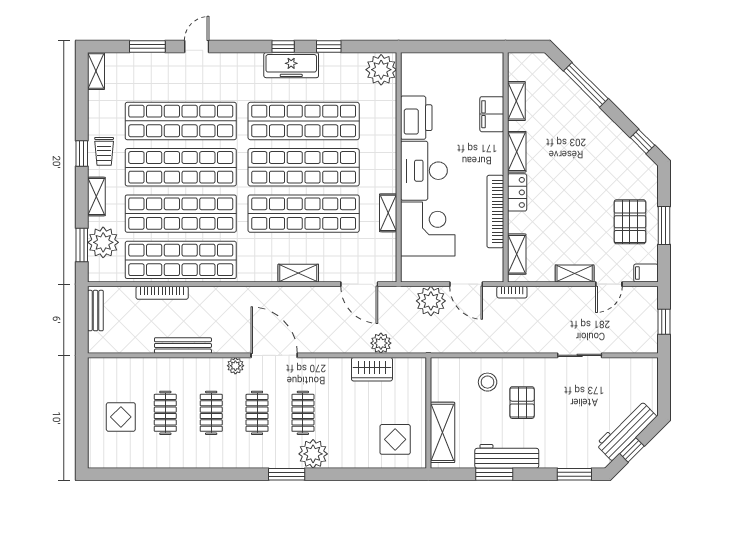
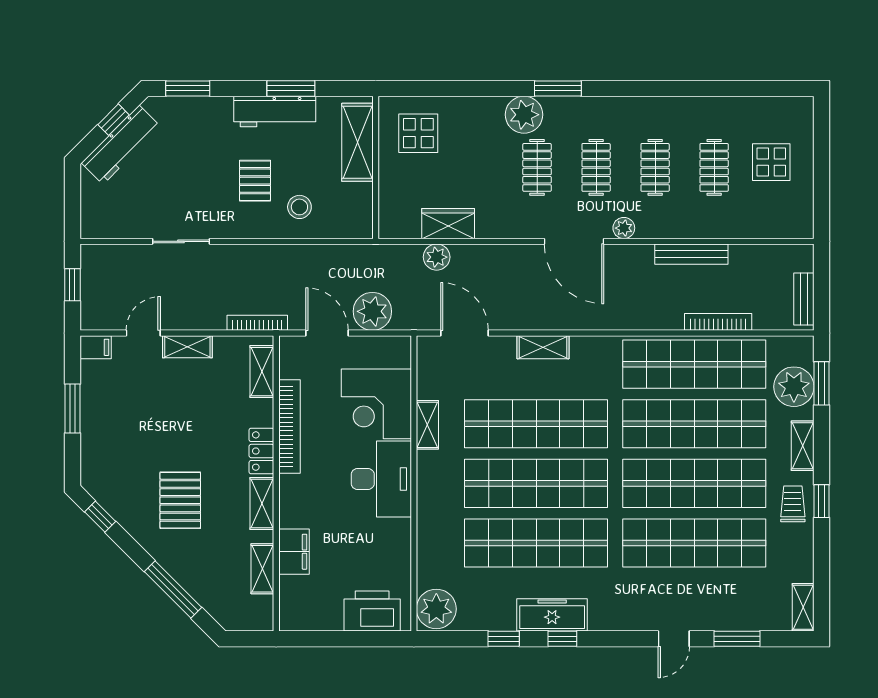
printer: (416, 118) -> (372, 611), moved, turned 90
pallet: (630, 222) -> (180, 500), moved
bookcase: (512, 292) -> (257, 323), width x1.56

